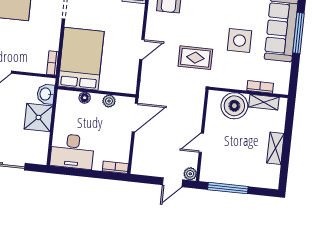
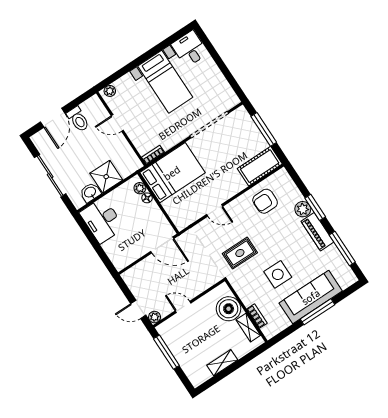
rug: (195, 58) -> (240, 253), turned 90
washbasin: (46, 94) -> (90, 192), moved
plant: (109, 101) -> (140, 188), moved
bookcase: (115, 167) -> (116, 260), removed

